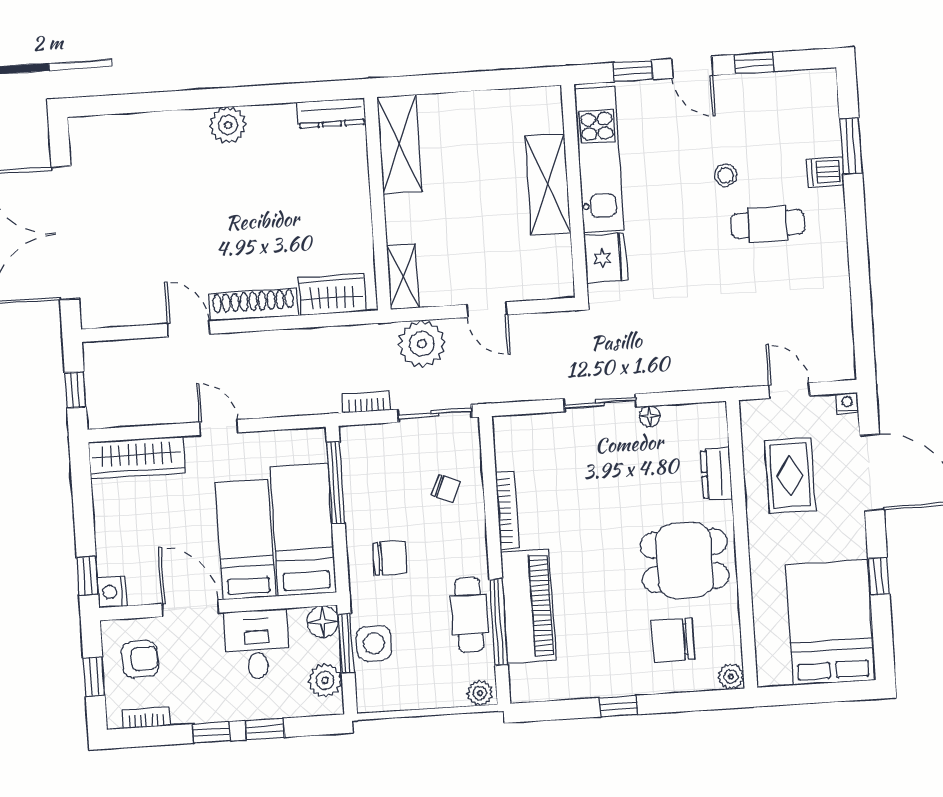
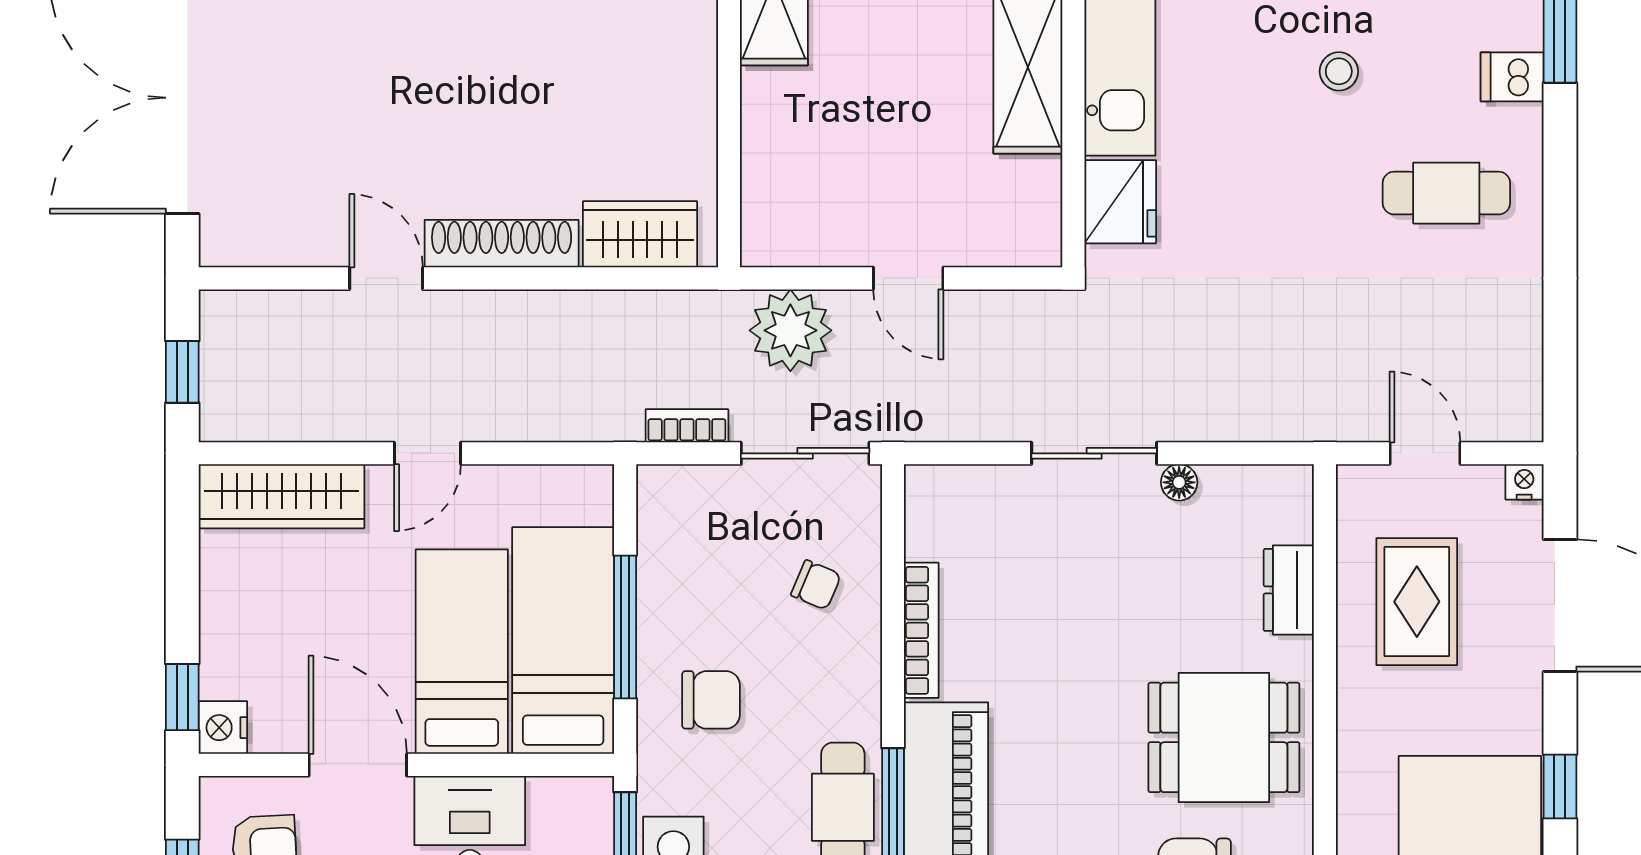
cafe table: (768, 224) -> (1446, 193), moved
shelving: (403, 277) -> (765, 211), removed
door: (219, 427) -> (428, 453), swing flipped
window: (336, 483) -> (625, 627), moved
floor lamp: (323, 622) -> (587, 803), removed

